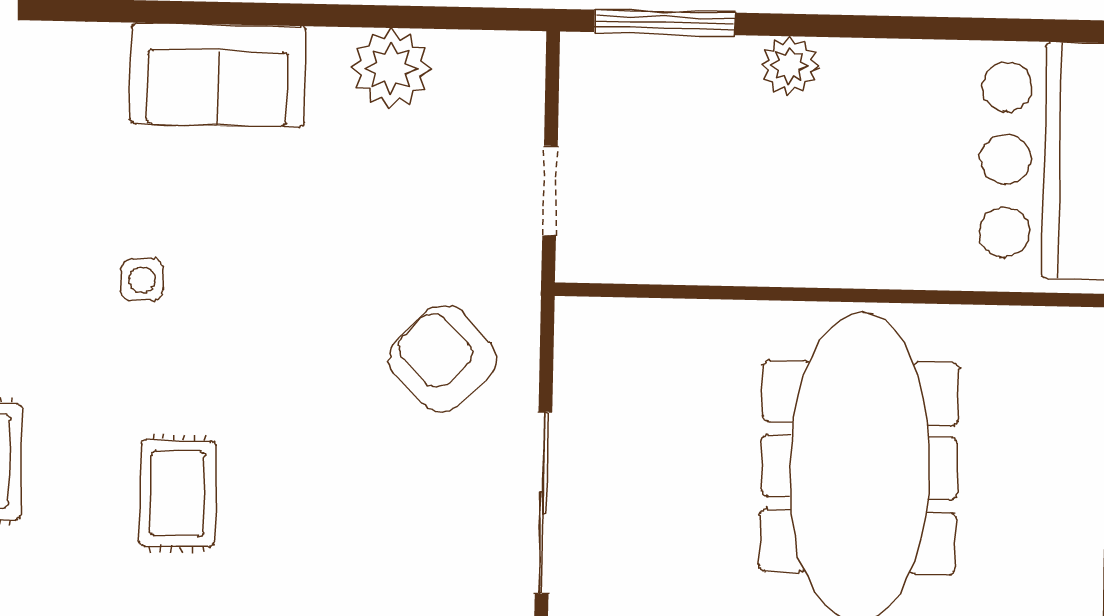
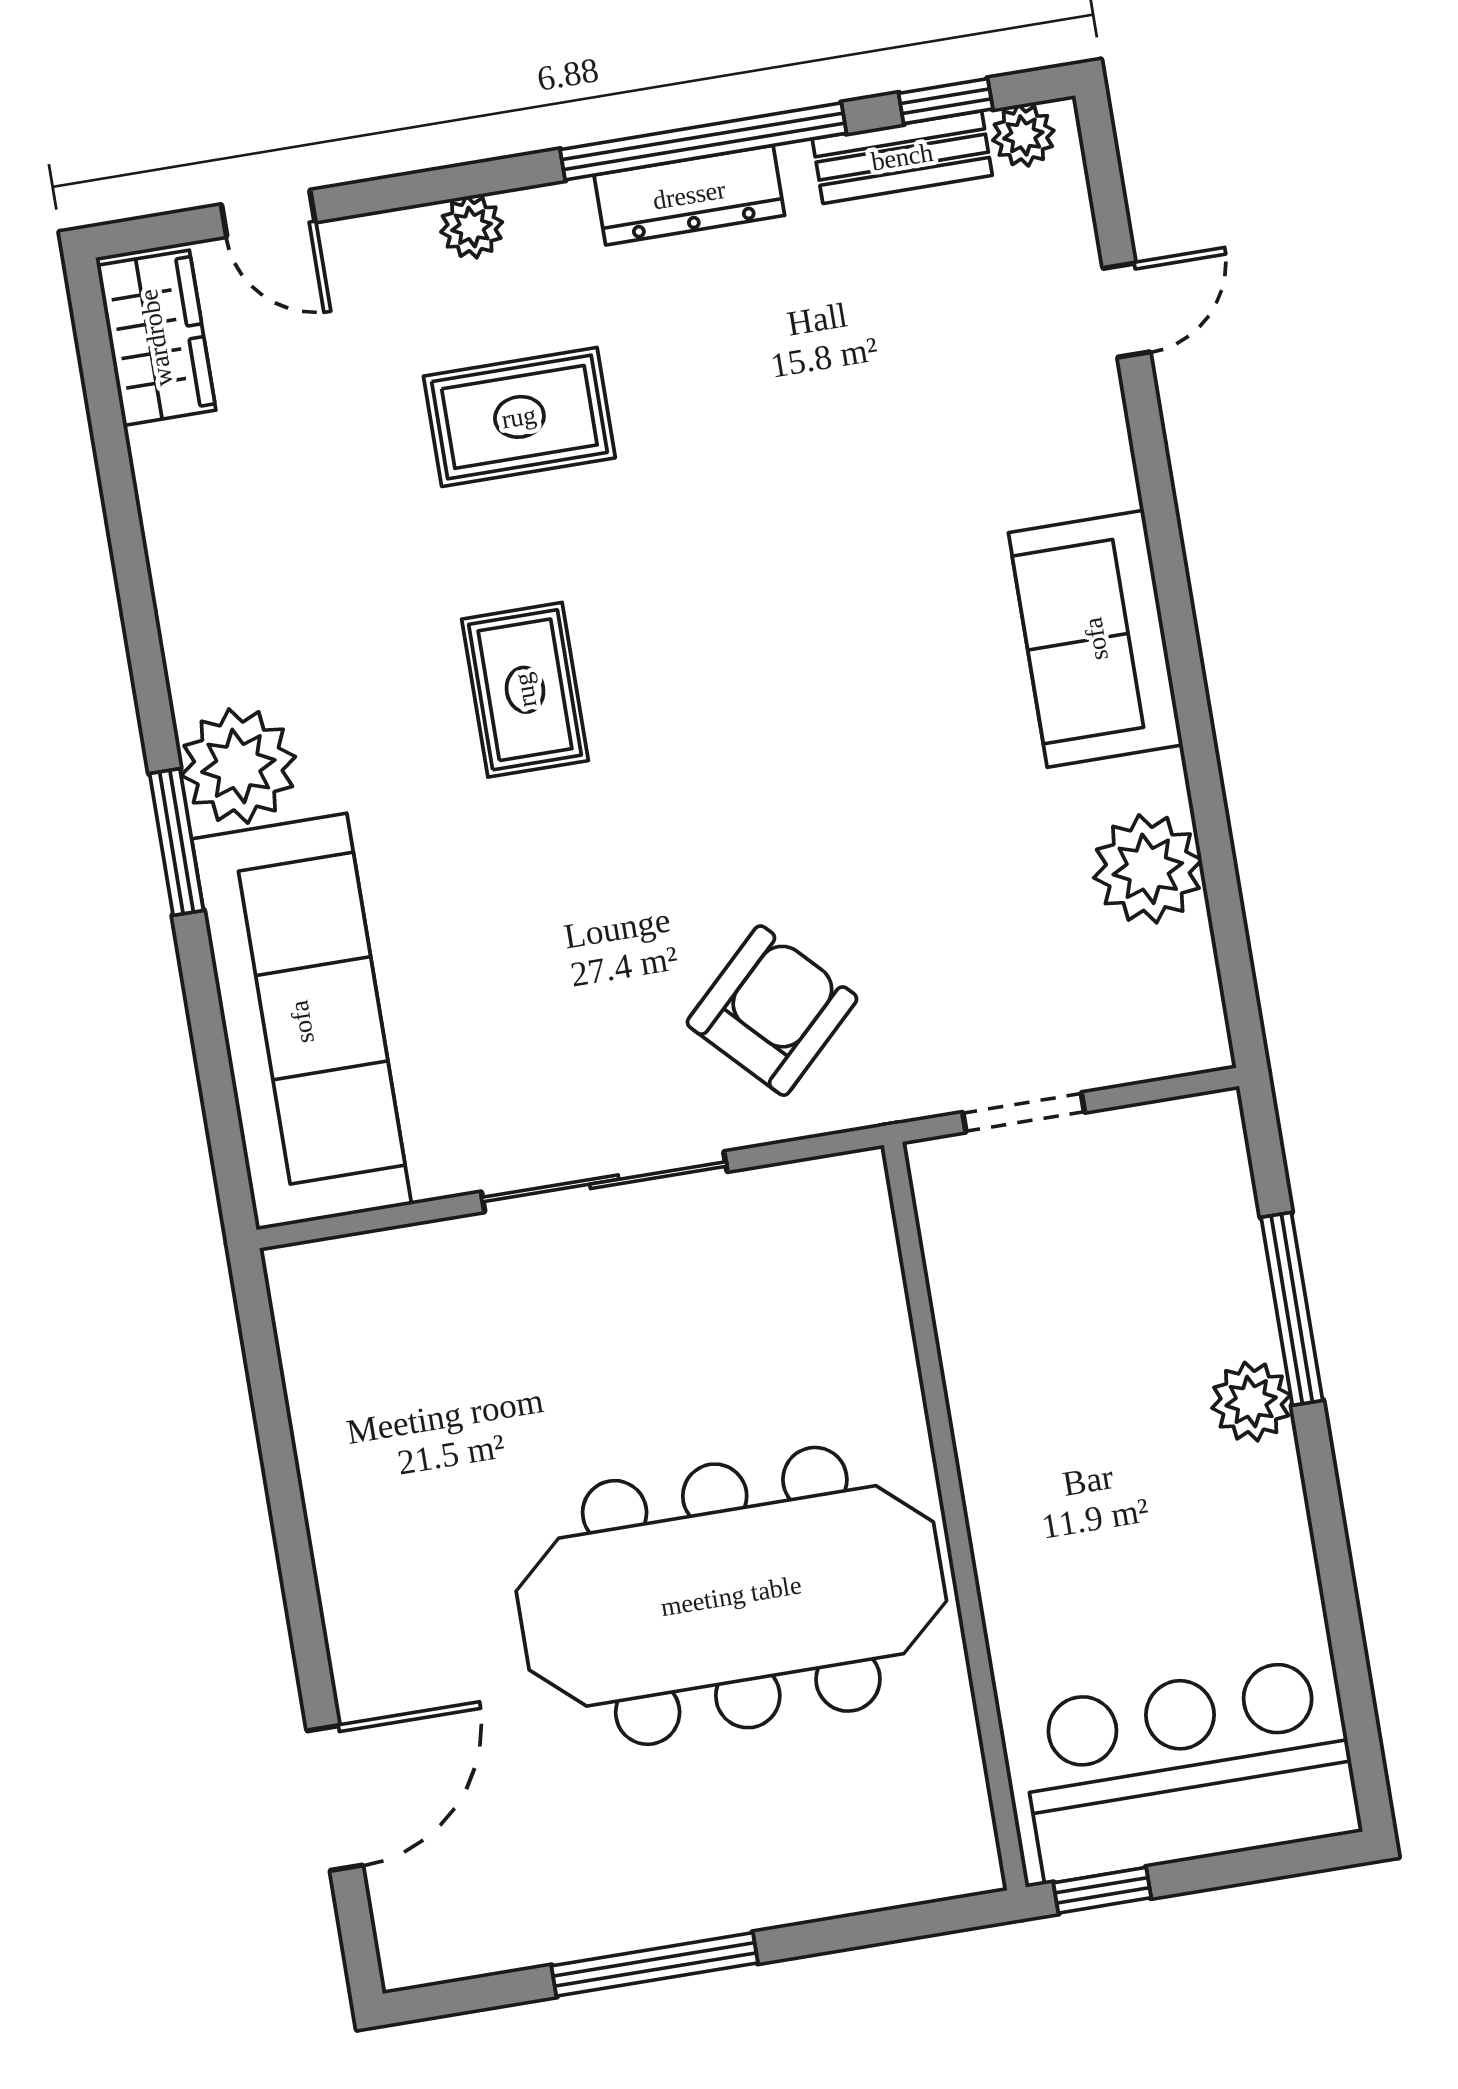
window: (665, 22) -> (1292, 1309), moved
side table: (142, 280) -> (802, 588), removed
rug: (178, 494) -> (525, 690), turned 90

